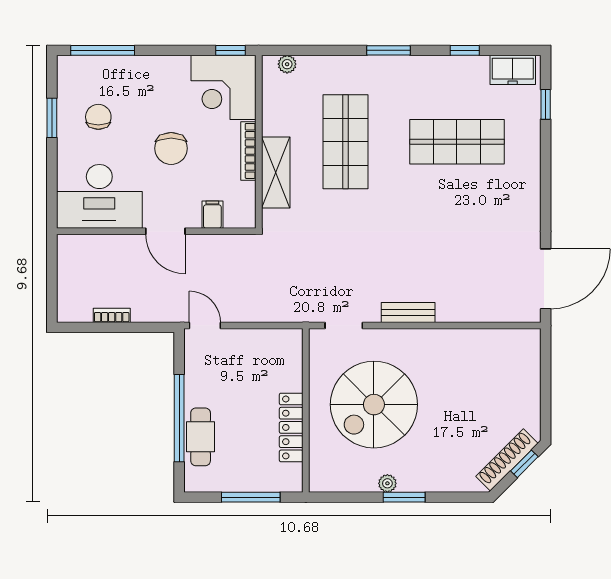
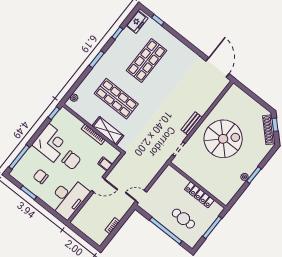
corner desk: (224, 87) -> (51, 143), moved, turned -90
spiral stairs: (374, 405) -> (223, 139), moved, turned -90
cafe table: (201, 437) -> (183, 219), moved

